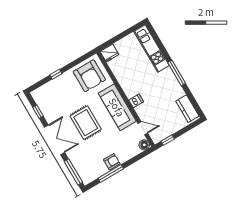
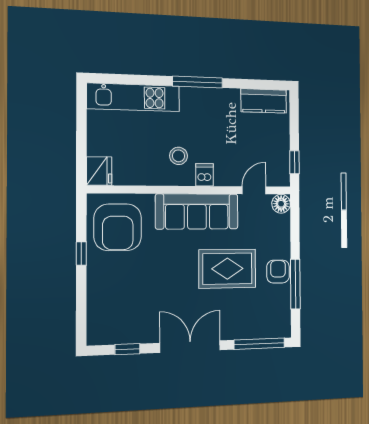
window: (56, 74) -> (81, 254), moved
armchair: (89, 76) -> (118, 227), turned 90
stool: (138, 84) -> (179, 156), added
rug: (86, 123) -> (227, 269), moved

